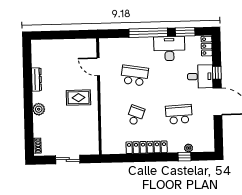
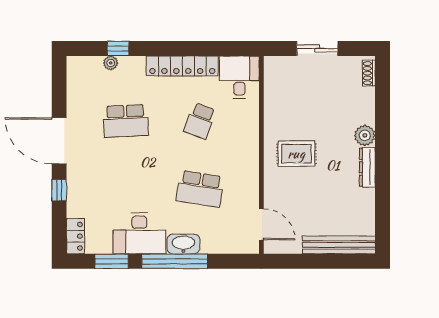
washbasin: (143, 43) -> (183, 244), added
bench: (52, 45) -> (339, 245), added
door: (98, 67) -> (261, 224), moved
desk: (200, 76) -> (239, 77), moved, turned 90
dresser: (36, 79) -> (367, 167), moved

